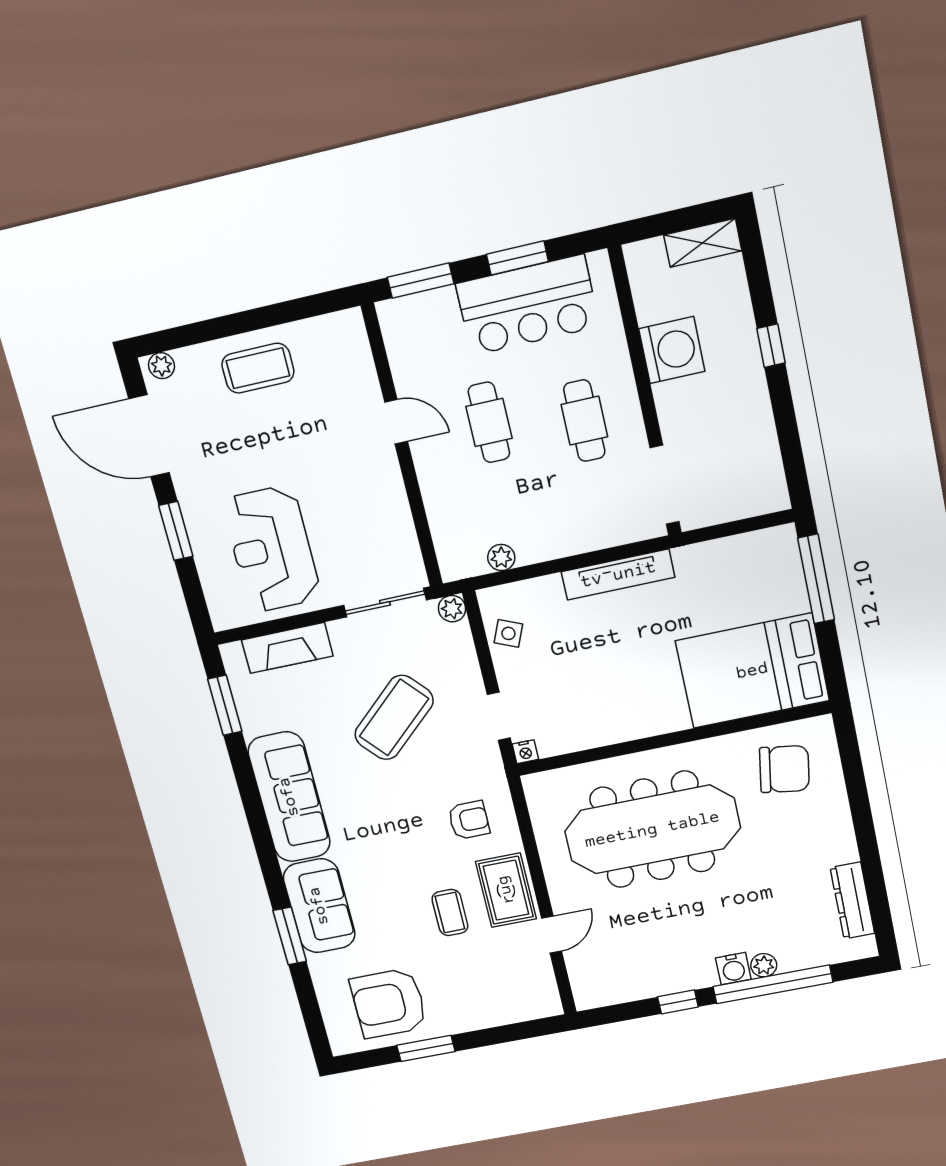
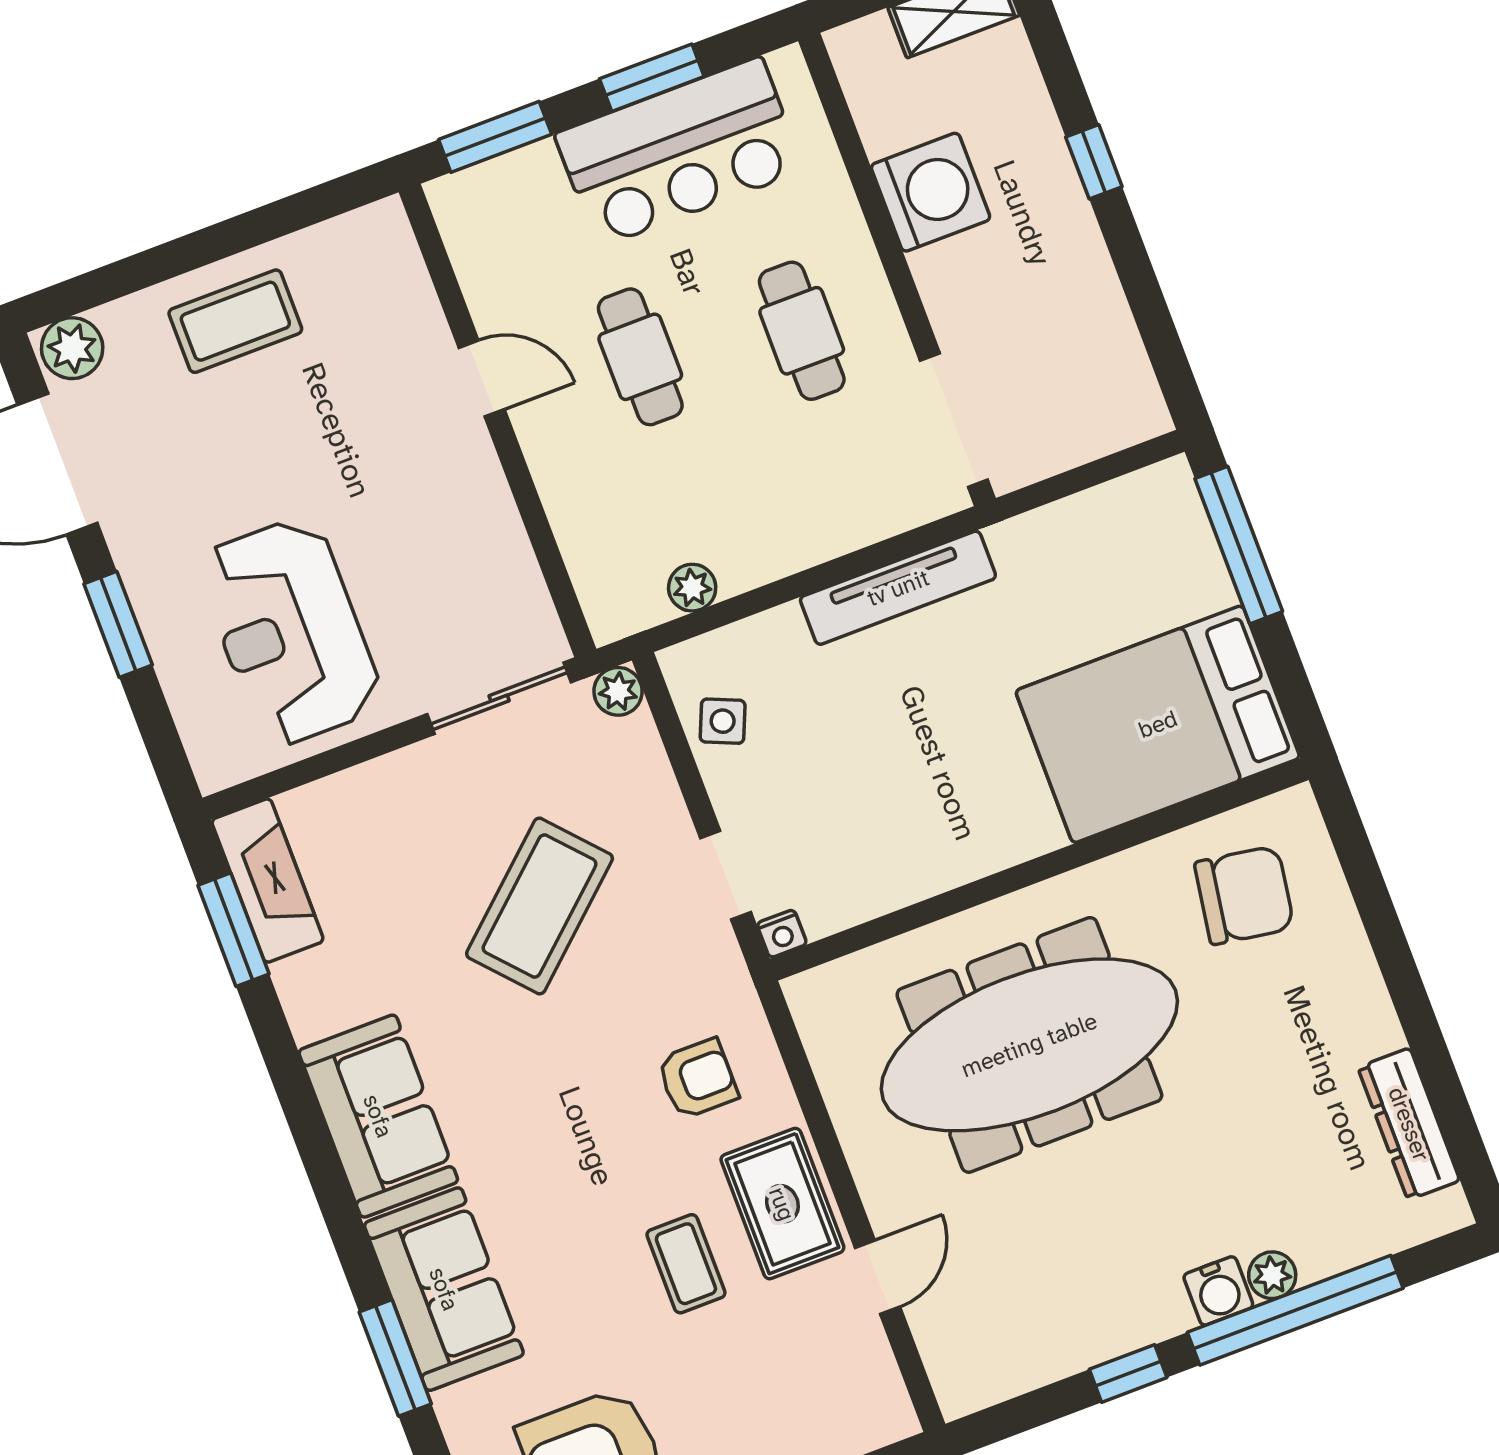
plant: (161, 366) -> (72, 348), width x1.38, depth x1.38
fireplace: (287, 648) -> (268, 881), moved, turned -90
sofa: (289, 797) -> (378, 1116), width x0.73

